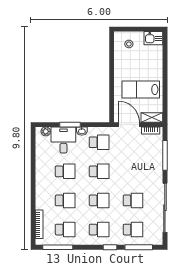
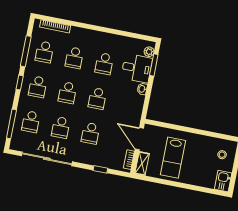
lab bench: (141, 89) -> (173, 158), turned 180
window: (70, 125) -> (154, 65), moved
door: (129, 125) -> (139, 139), swing flipped
school desk: (99, 142) -> (91, 133), moved
window: (165, 155) -> (100, 169), width x0.46
window: (58, 247) -> (26, 51), moved
window: (110, 247) -> (20, 83), moved

